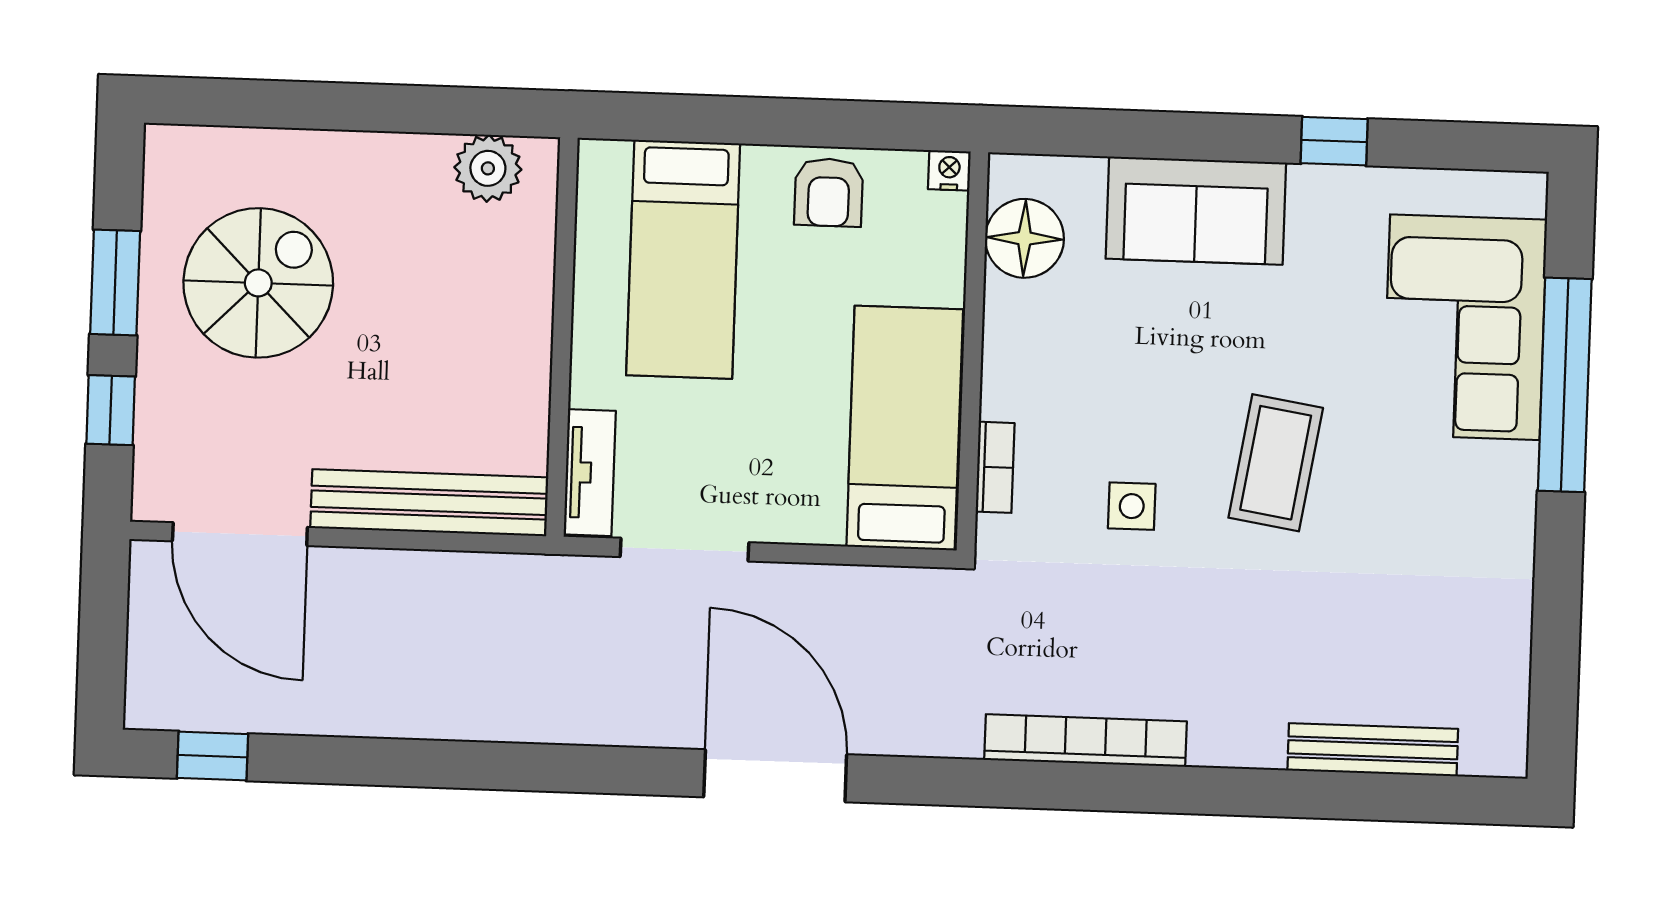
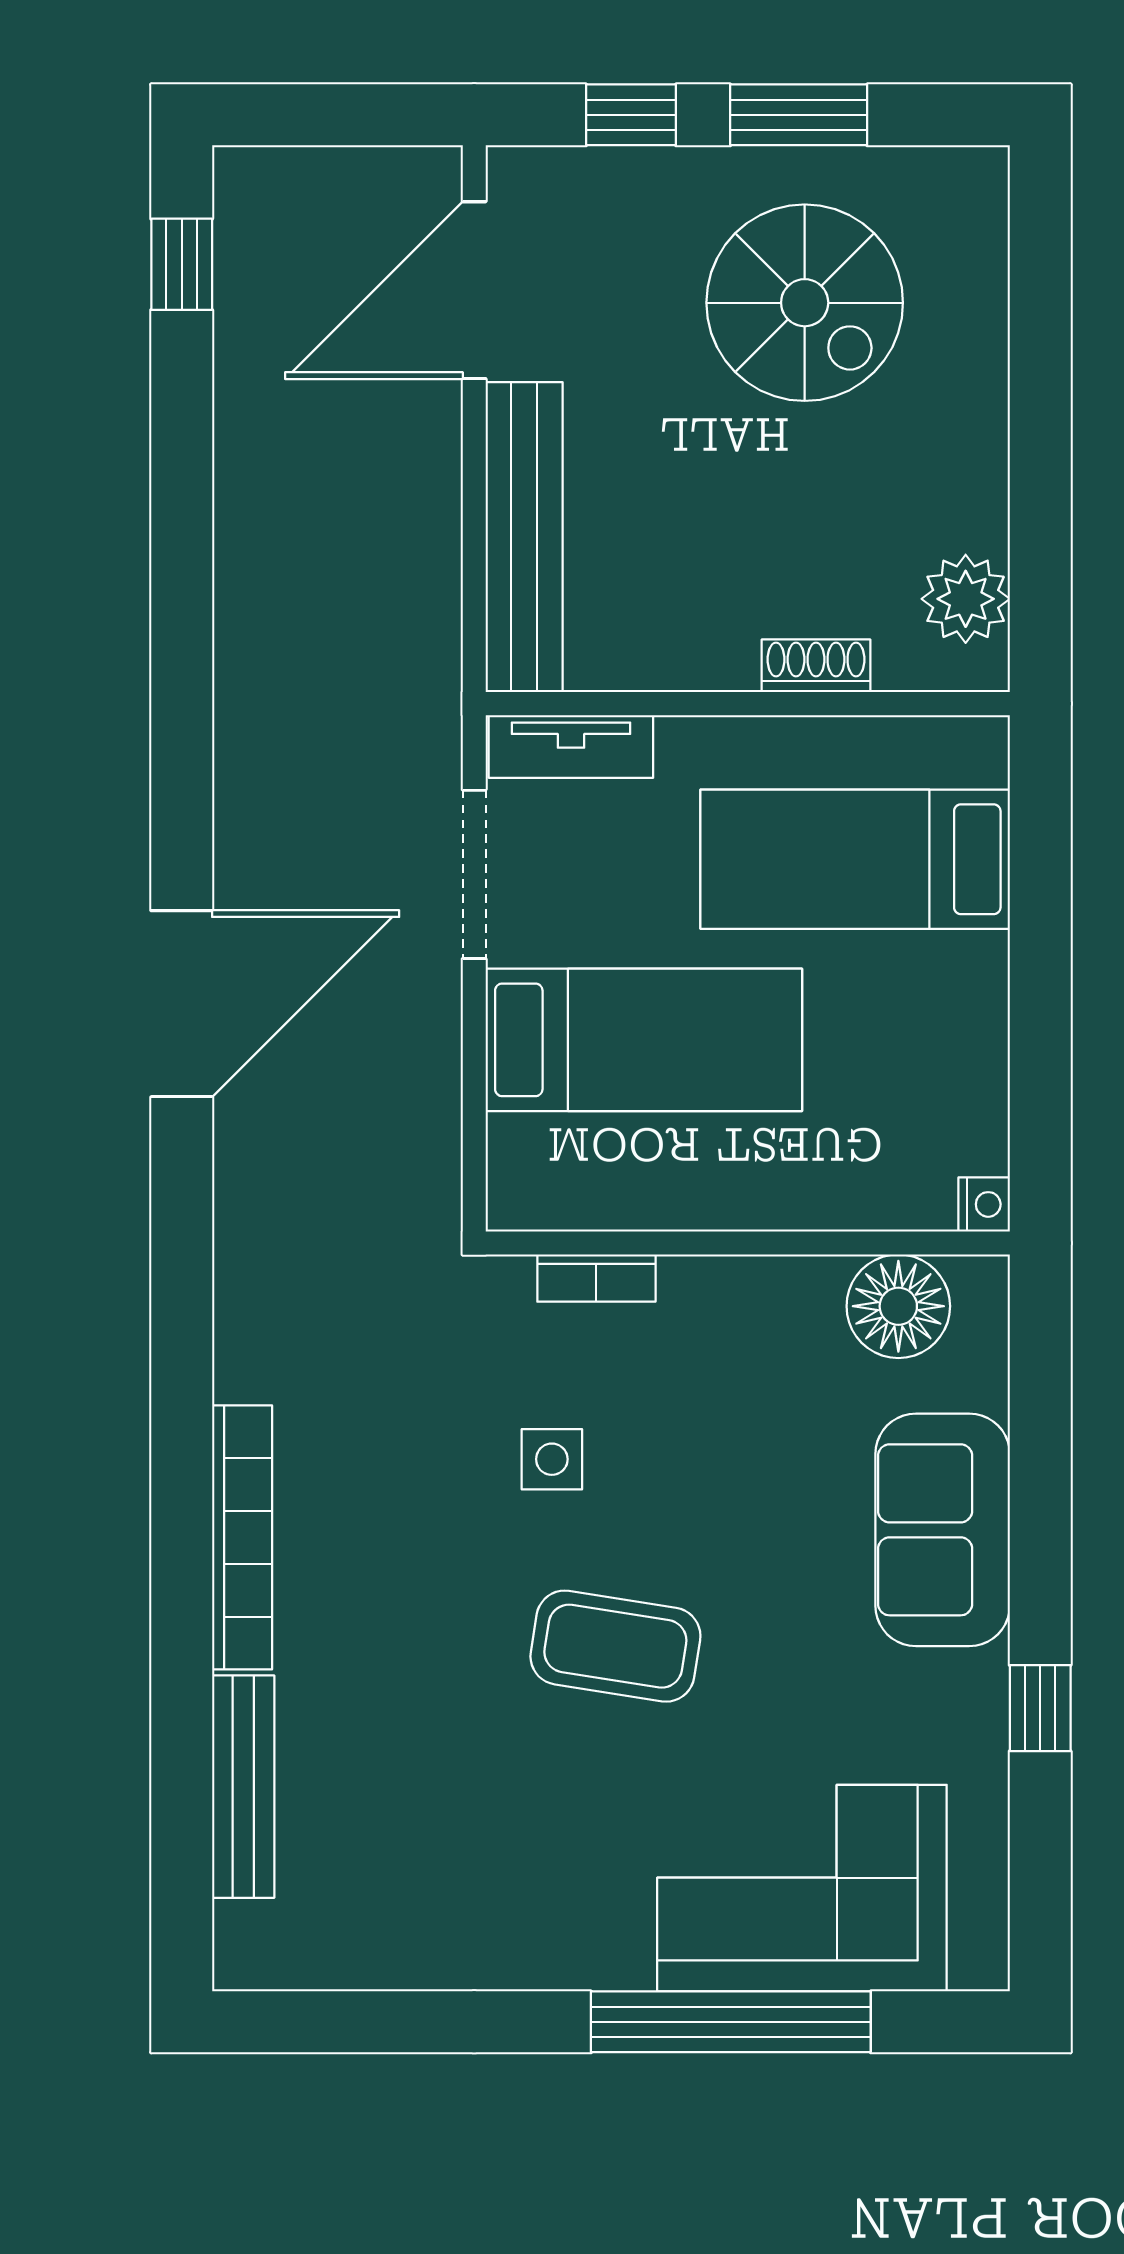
armchair: (829, 192) -> (950, 1047), removed
shoe rack: (535, 284) -> (816, 666), added
bed: (905, 428) -> (644, 1040), moved
bookcase: (1086, 741) -> (242, 1537), moved

